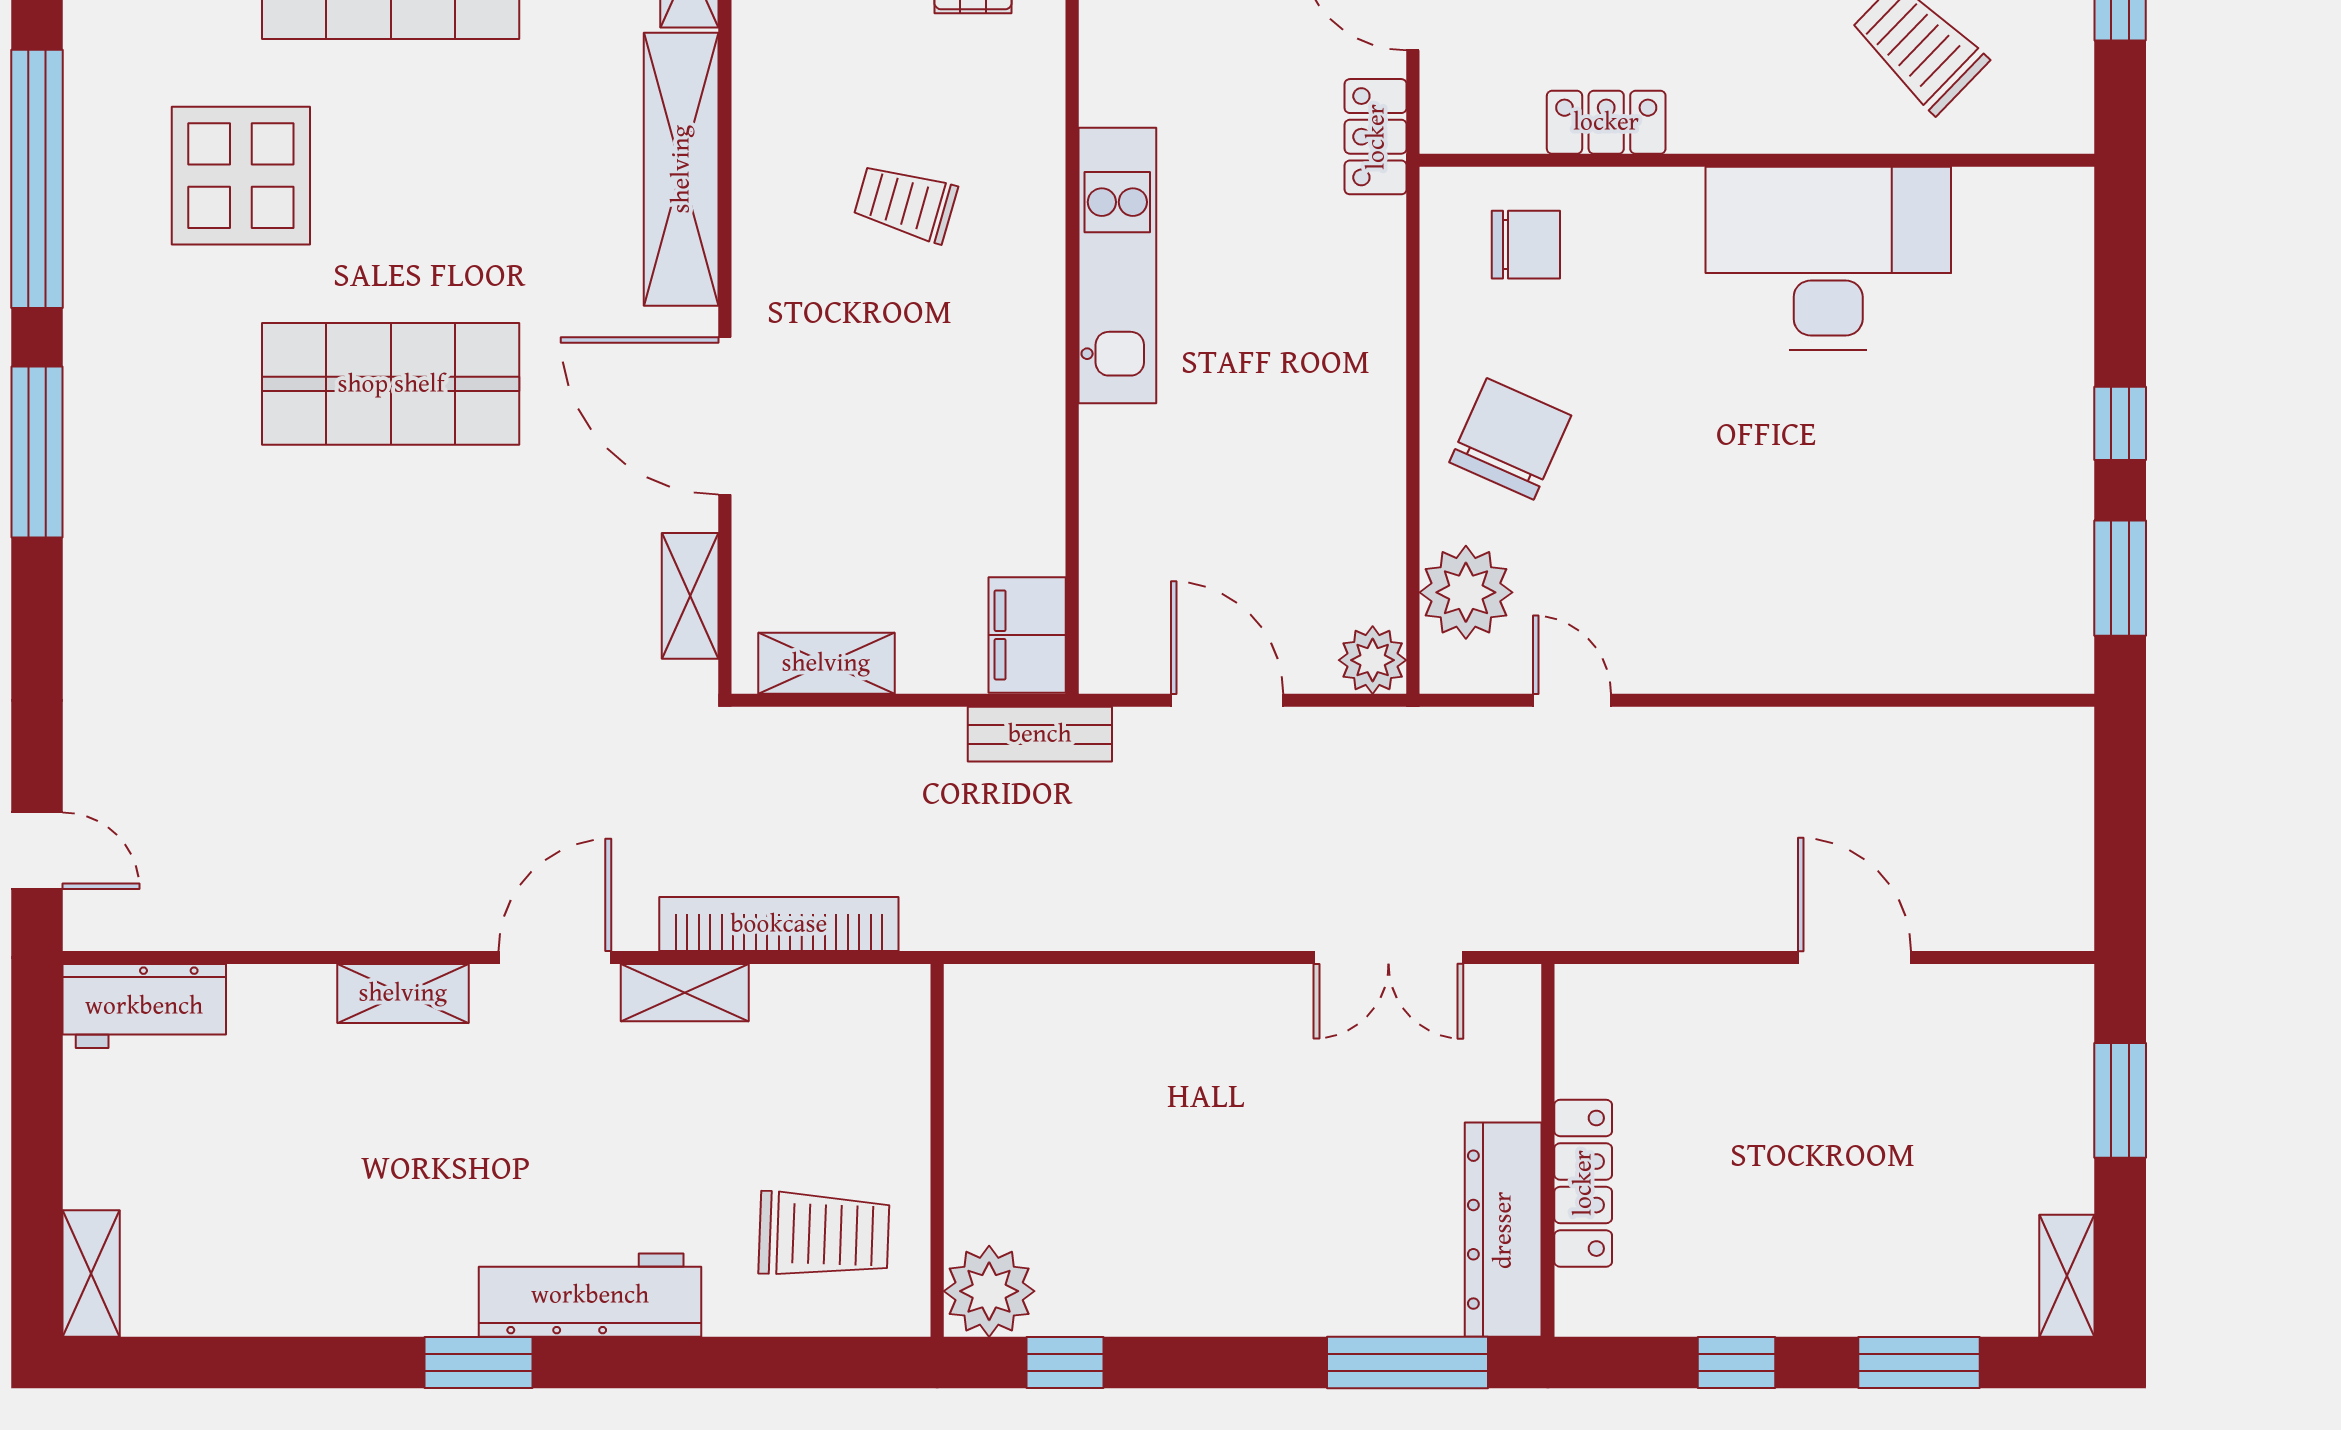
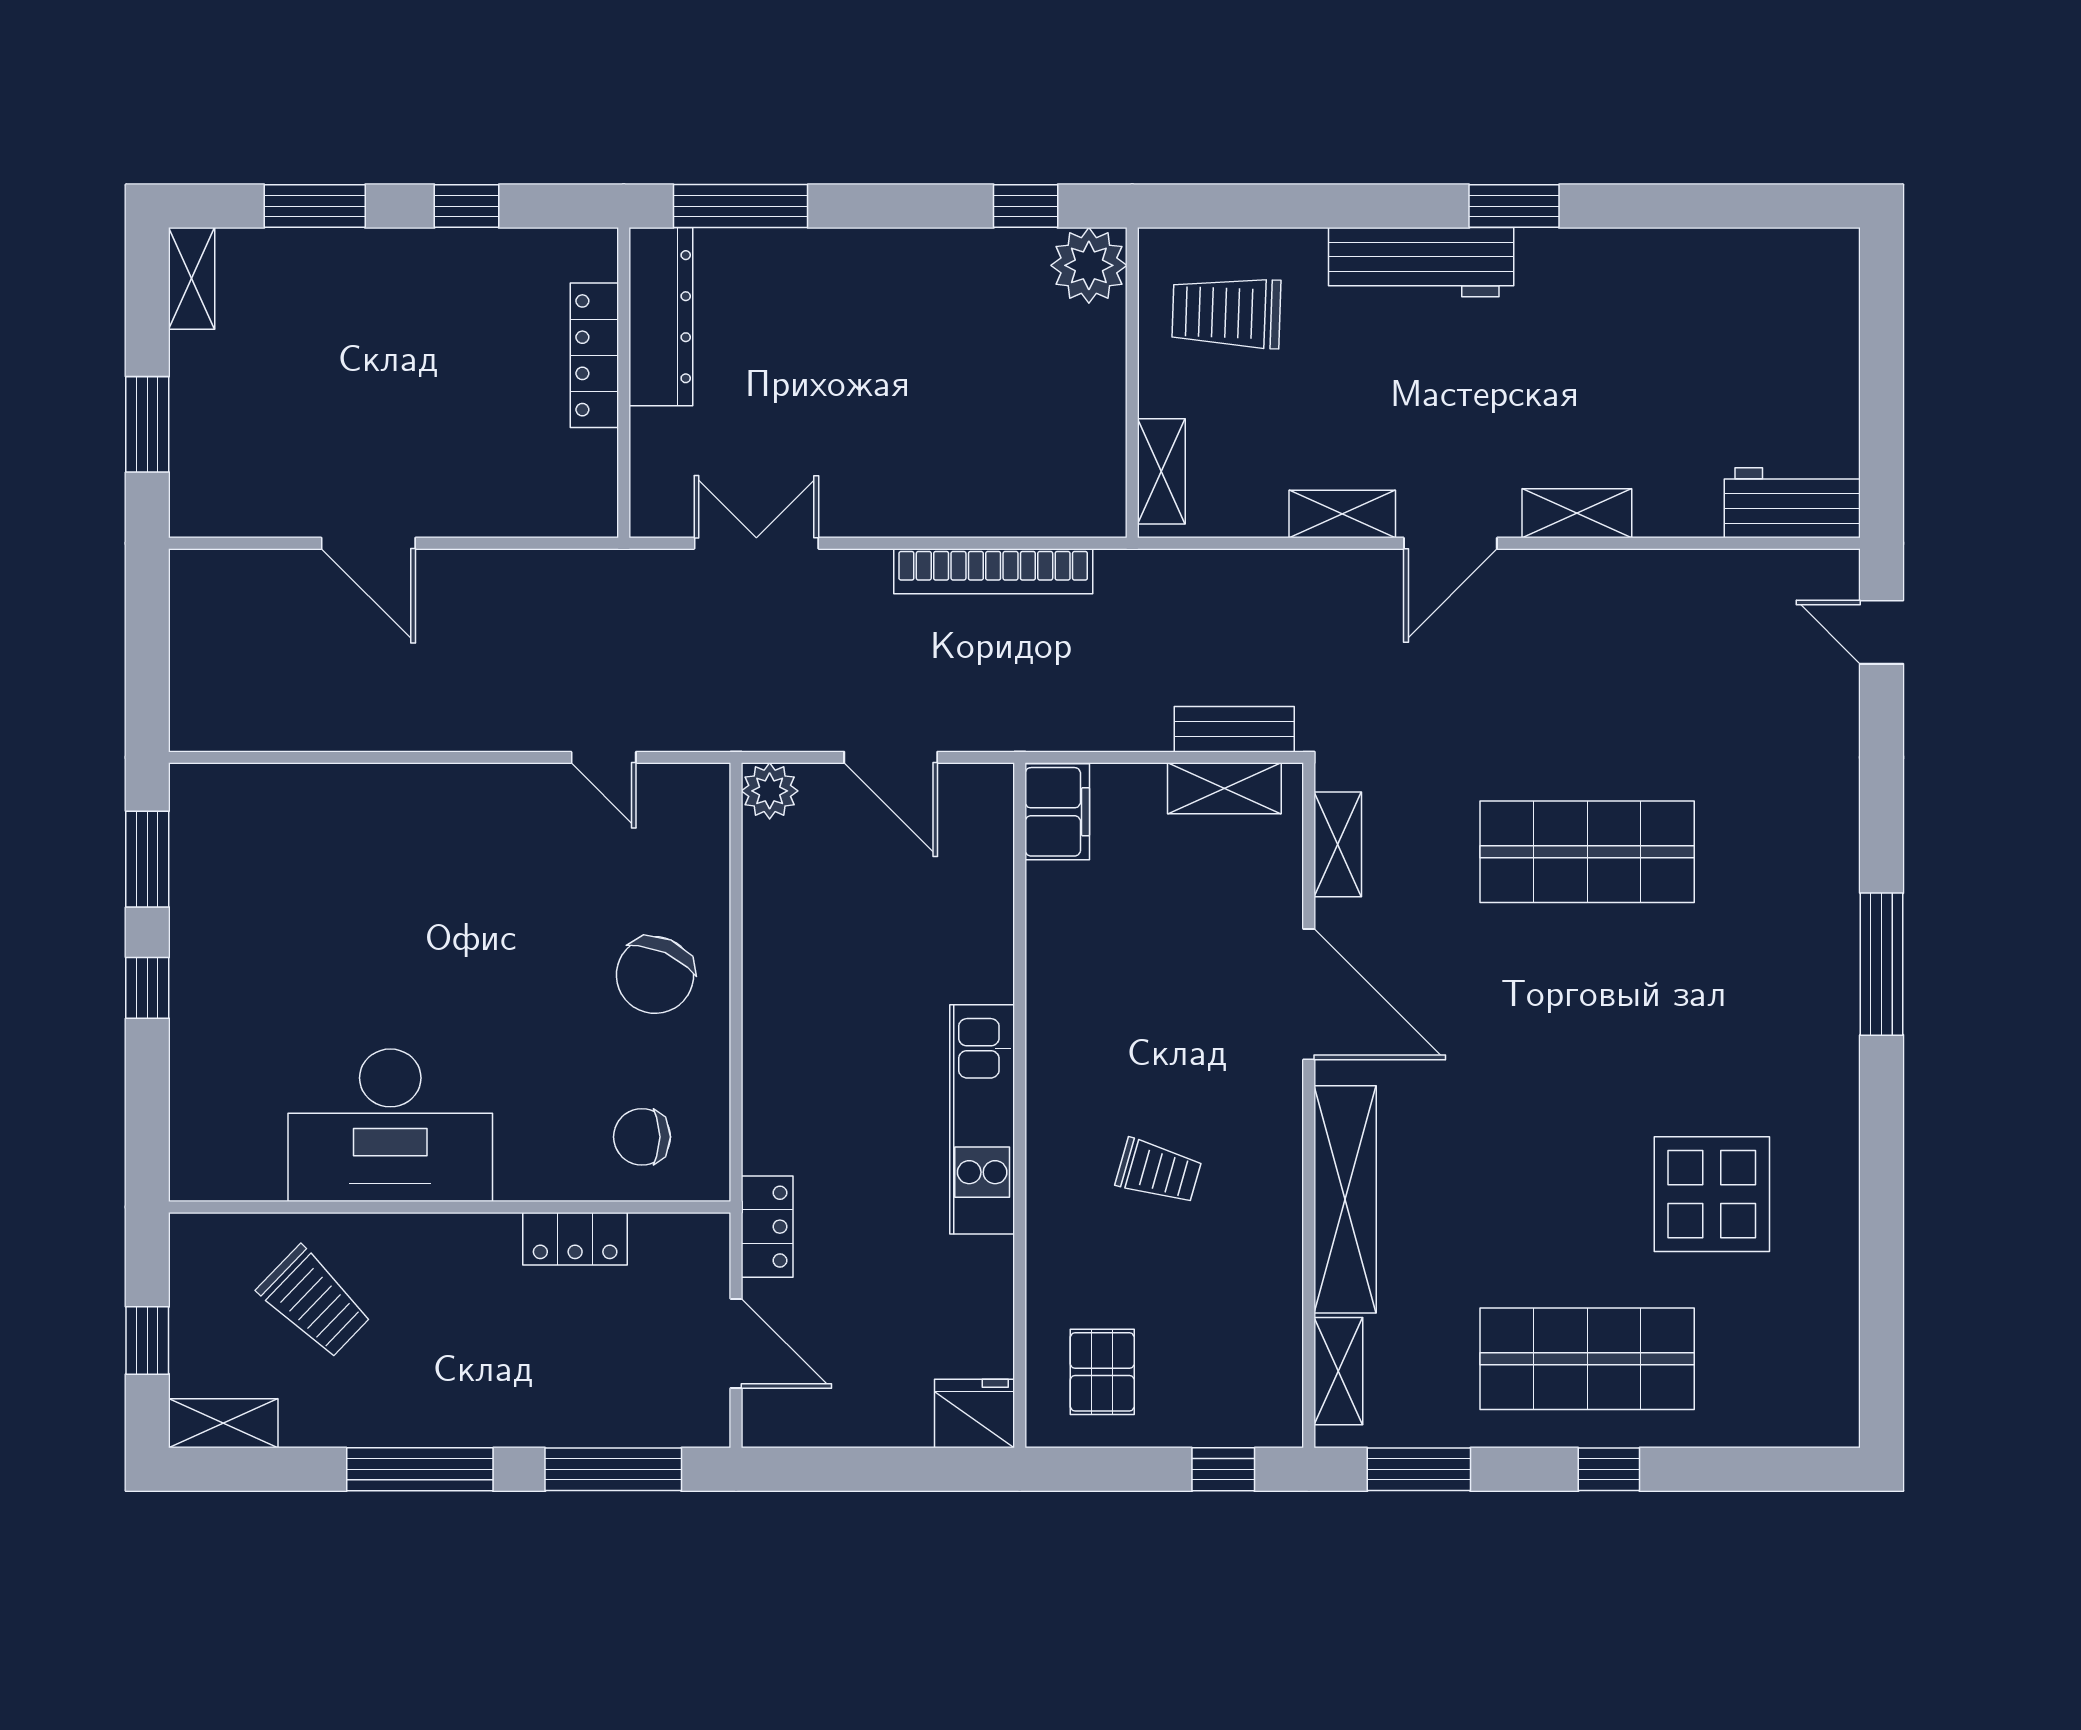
window: (37, 179) -> (1882, 1192), removed
shop shelf: (391, 384) -> (1587, 852), moved
plant: (1466, 592) -> (692, 847), removed
bench: (1040, 734) -> (1234, 729), moved
bookcase: (779, 924) -> (993, 571), moved
shelving: (91, 1273) -> (1161, 471), moved

